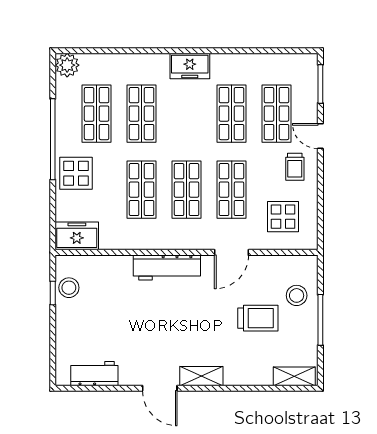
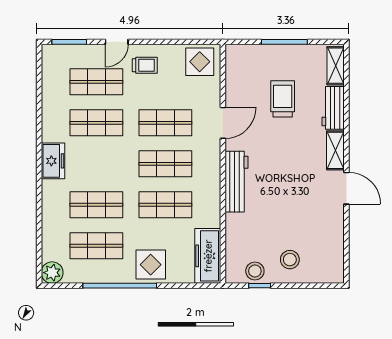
display table: (283, 217) -> (200, 62), moved
freezer: (77, 236) -> (208, 256), width x1.40
door: (231, 252) -> (223, 123), hinge flipped
stool: (297, 295) -> (290, 260), moved
workbench: (94, 374) -> (333, 108), moved
door: (160, 388) -> (346, 188), hinge flipped

